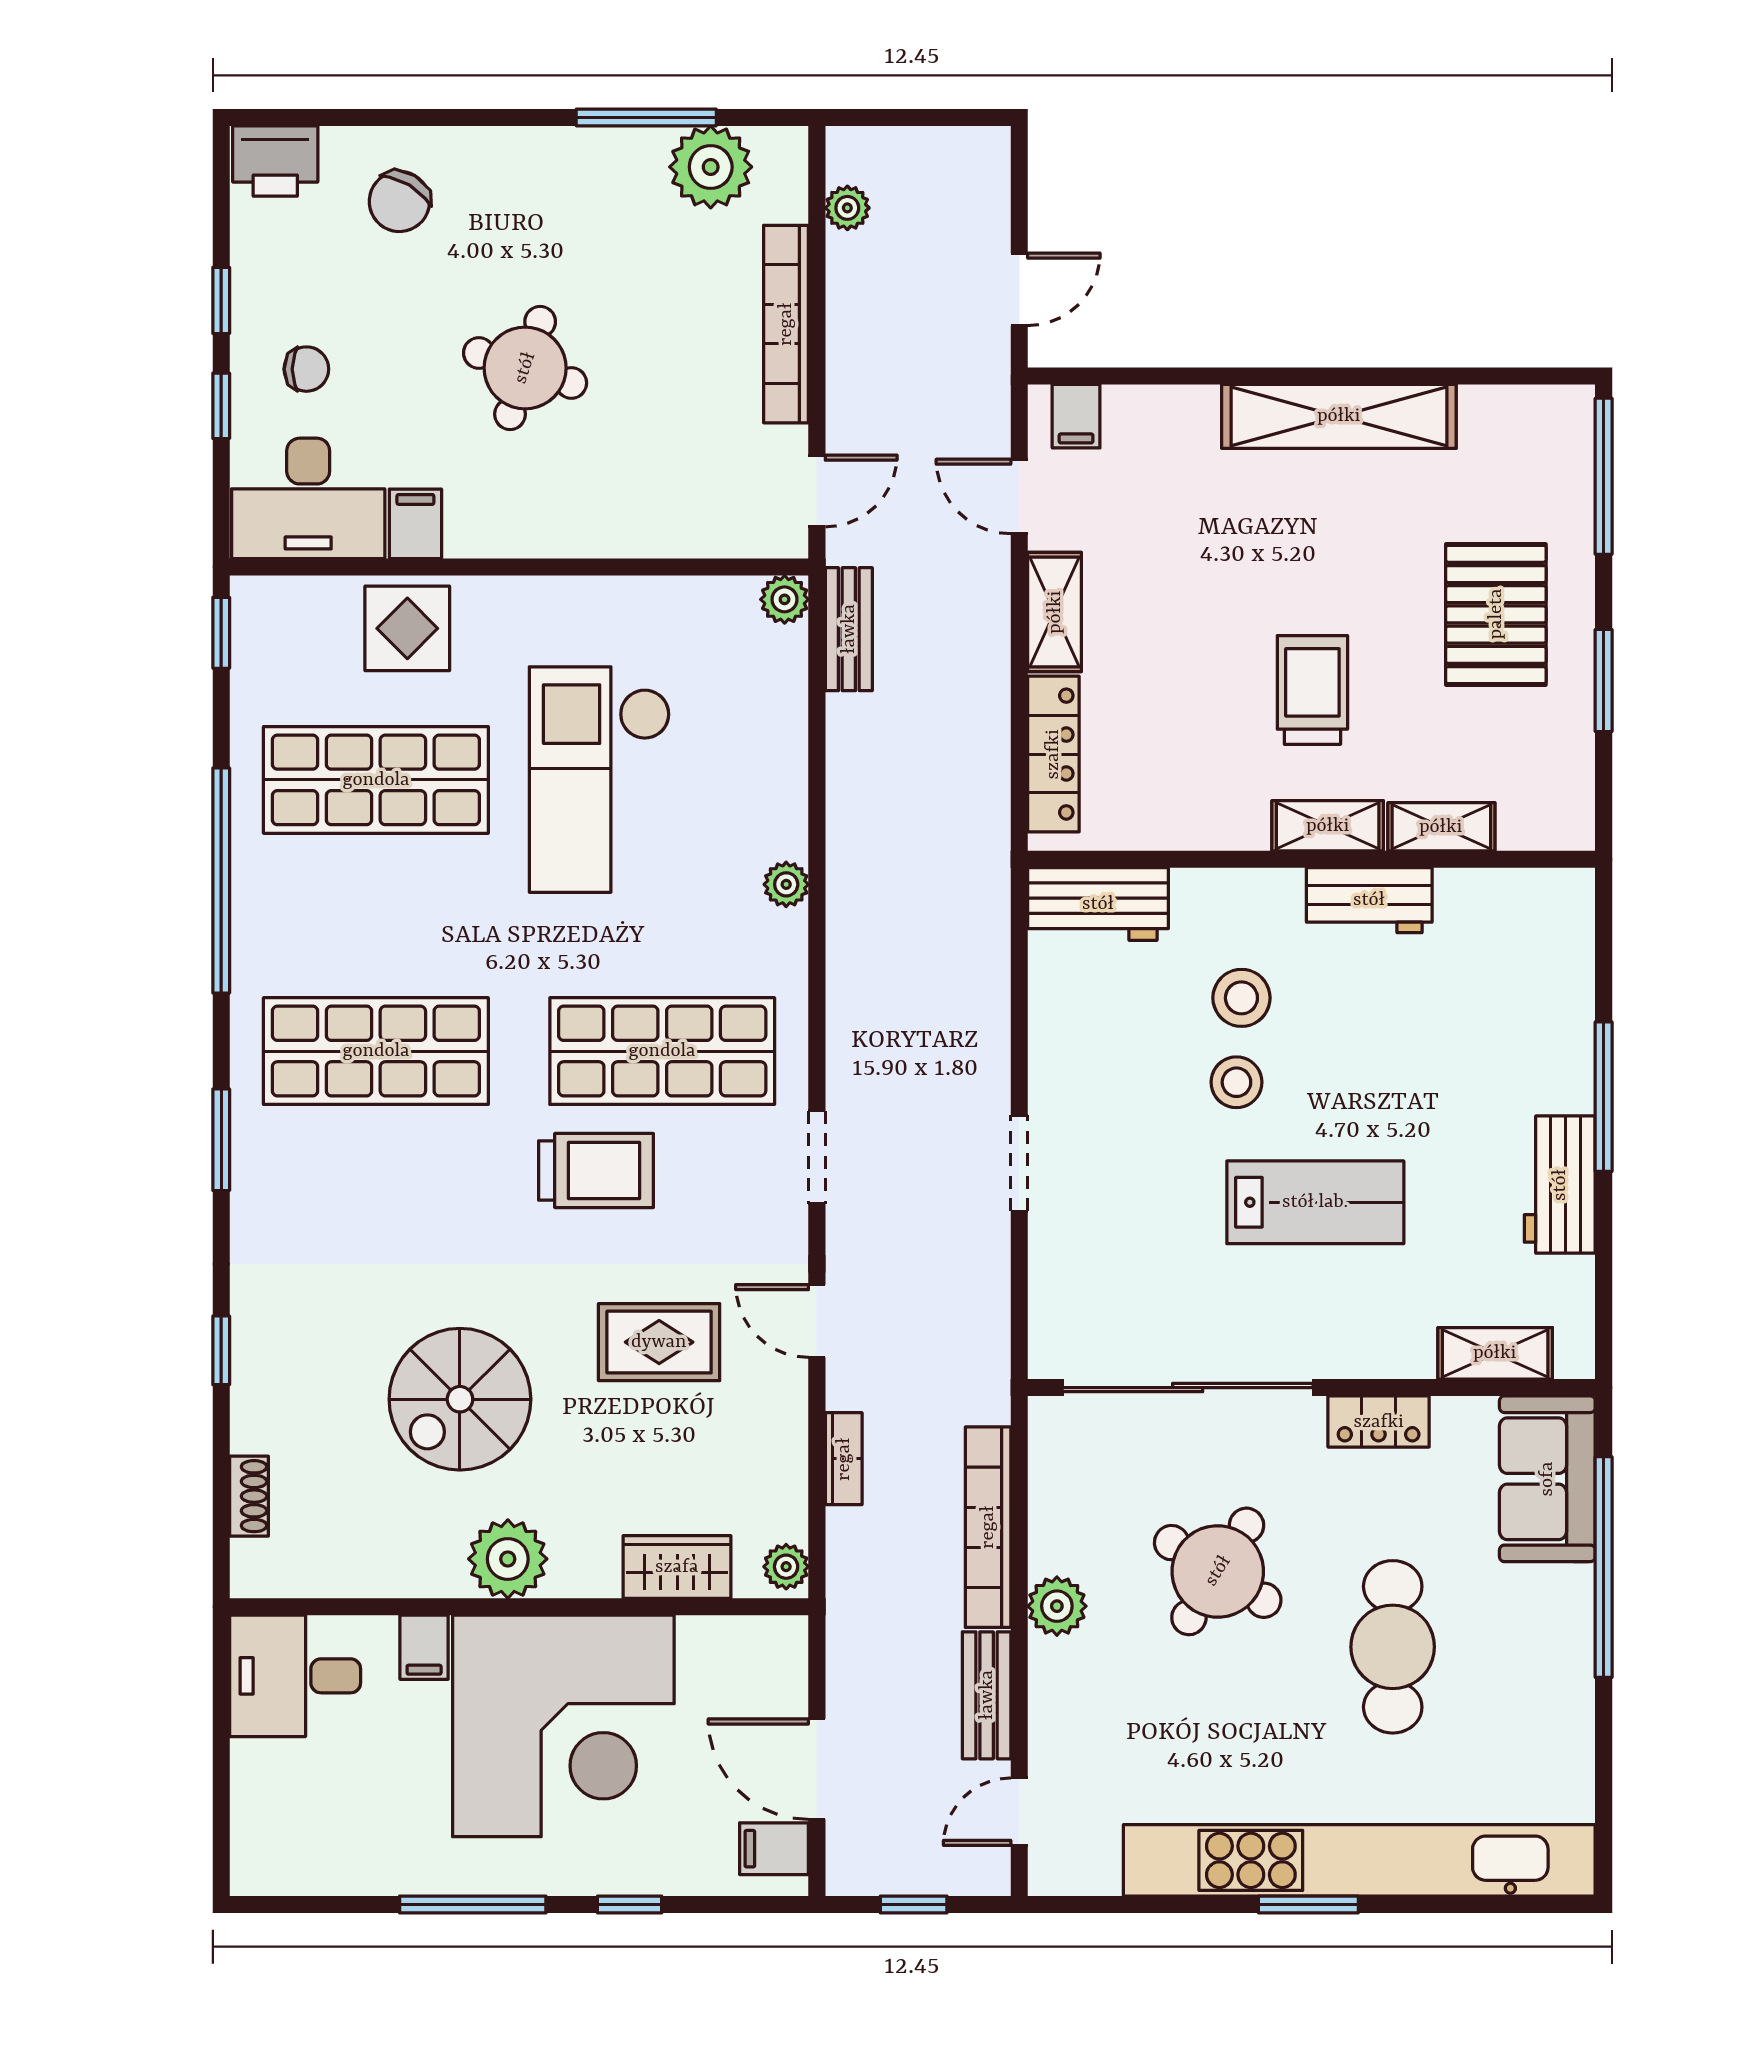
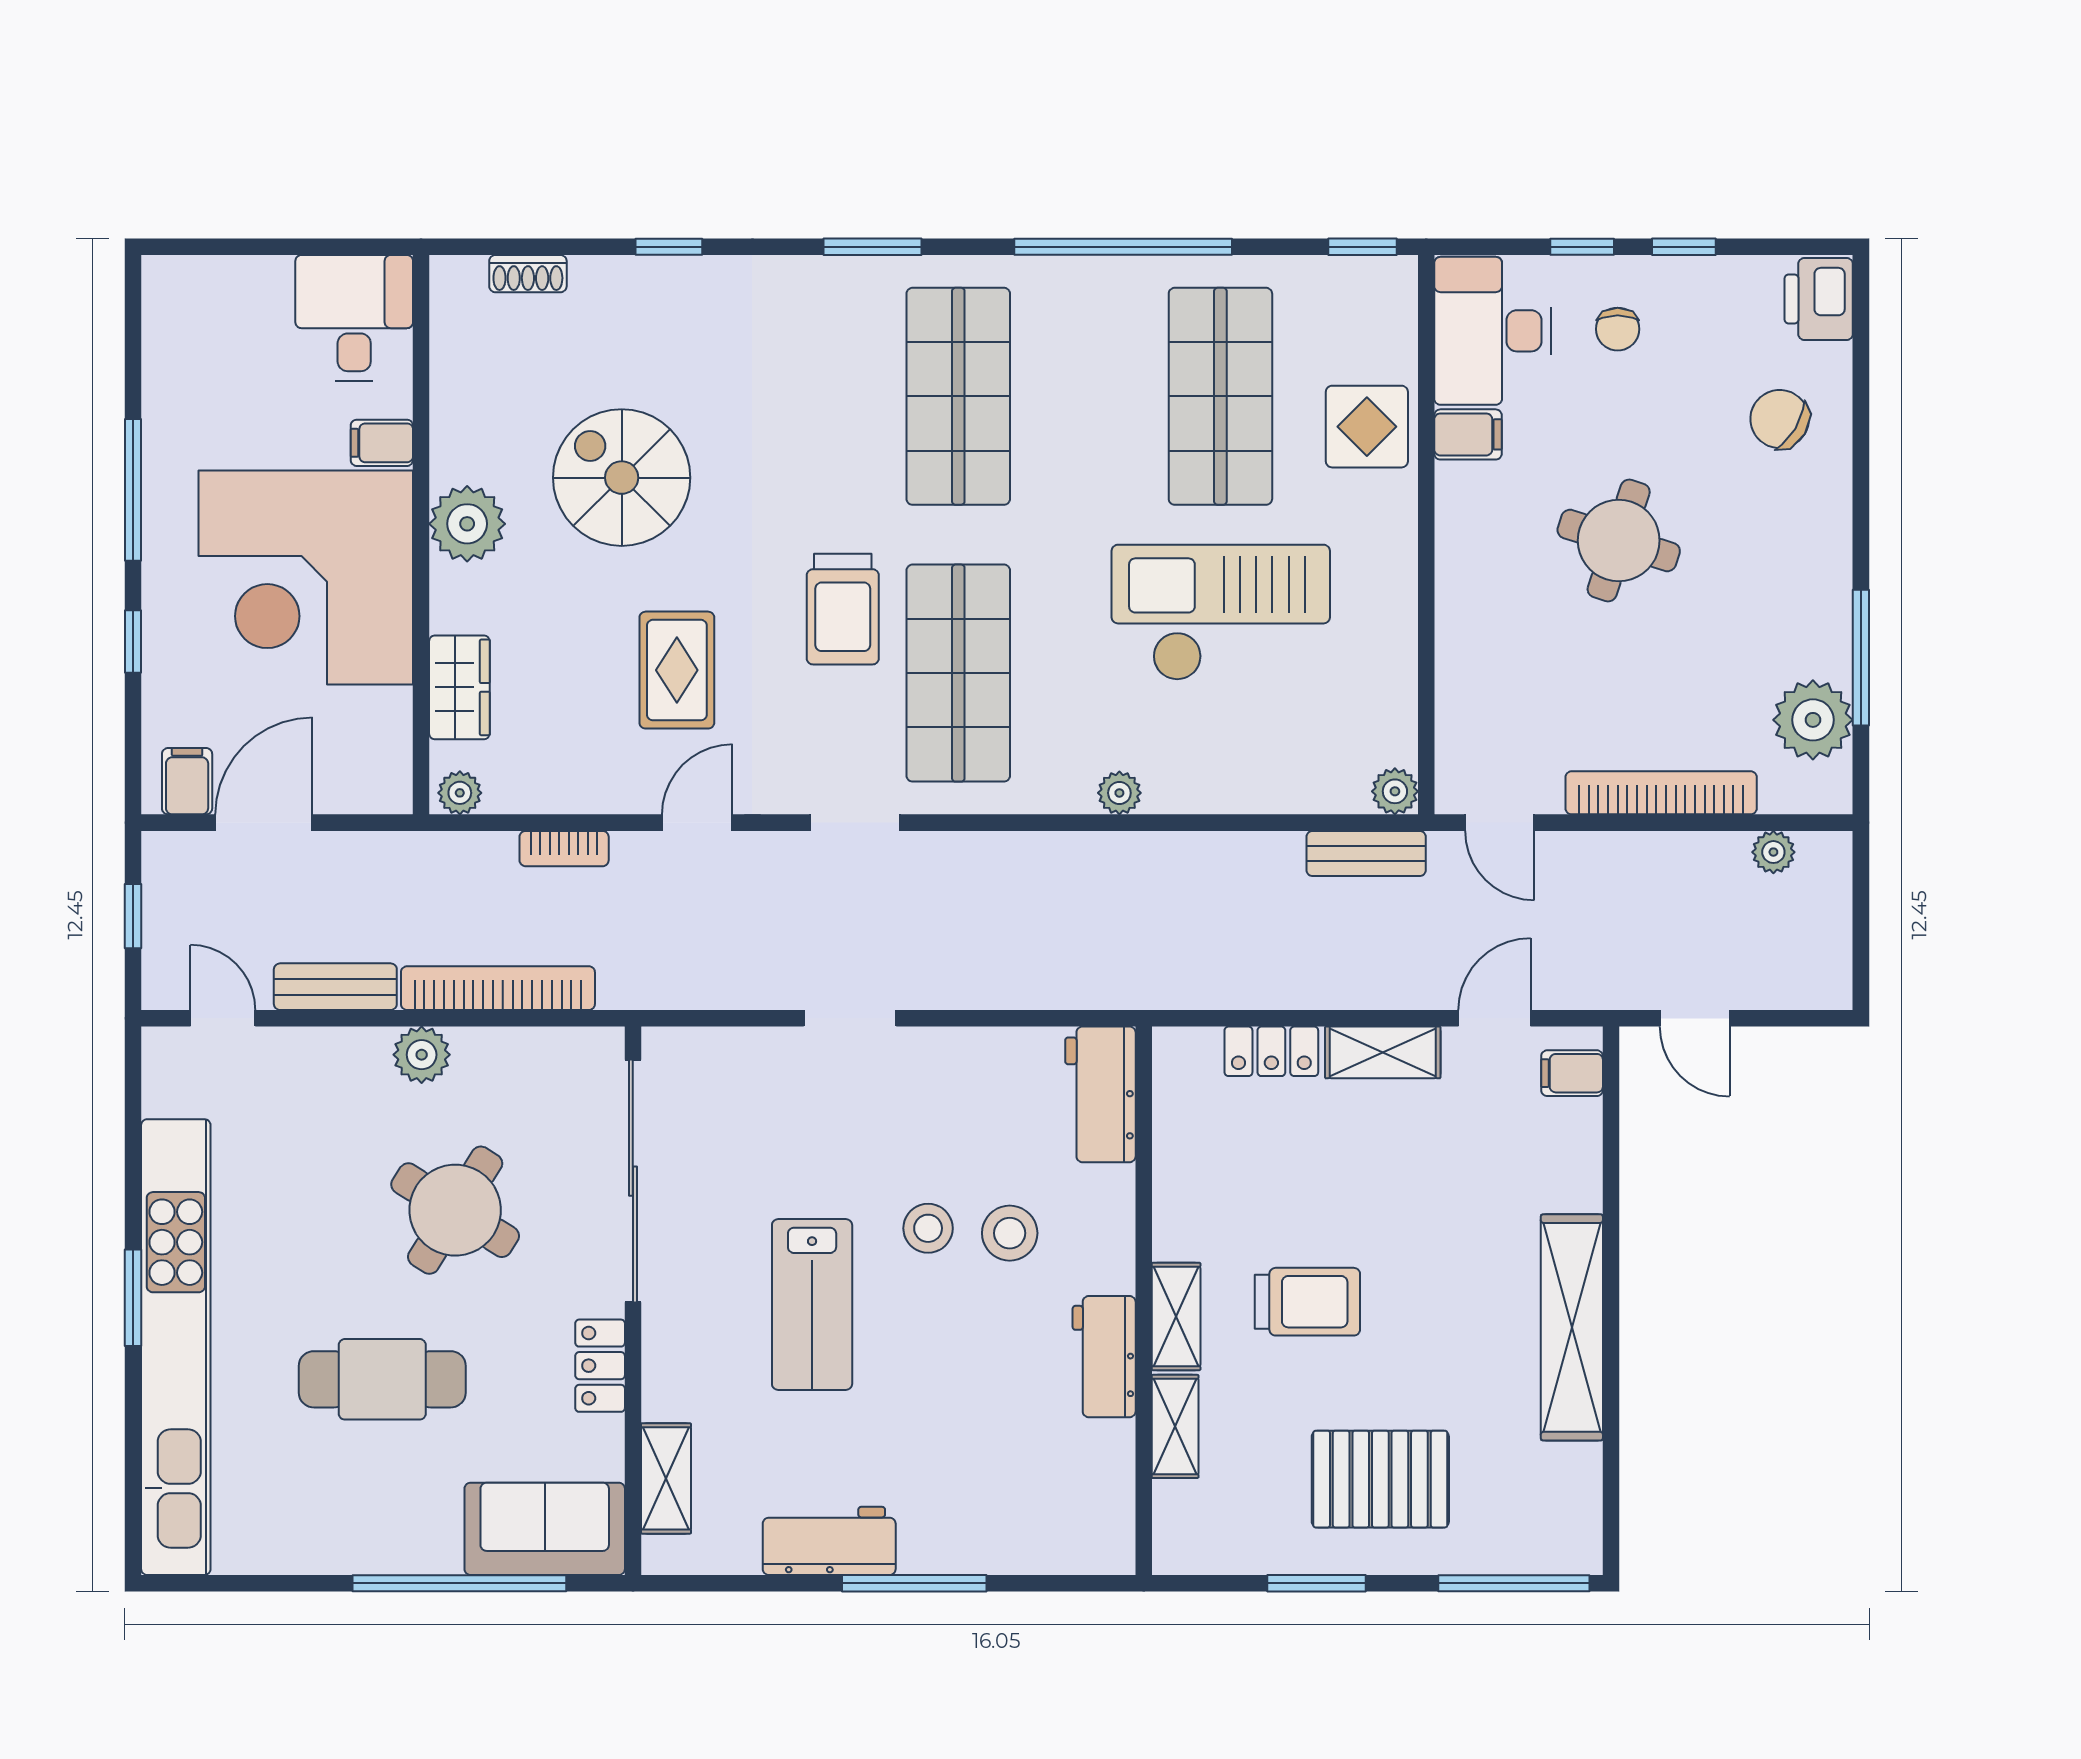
locker: (1053, 754) -> (1271, 1051), width x0.66

